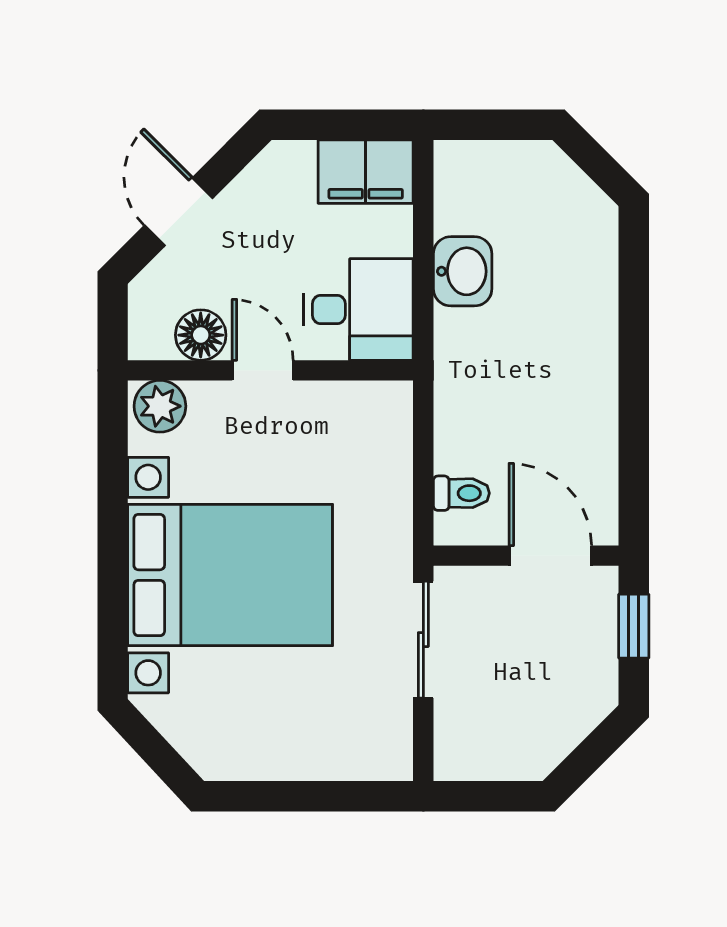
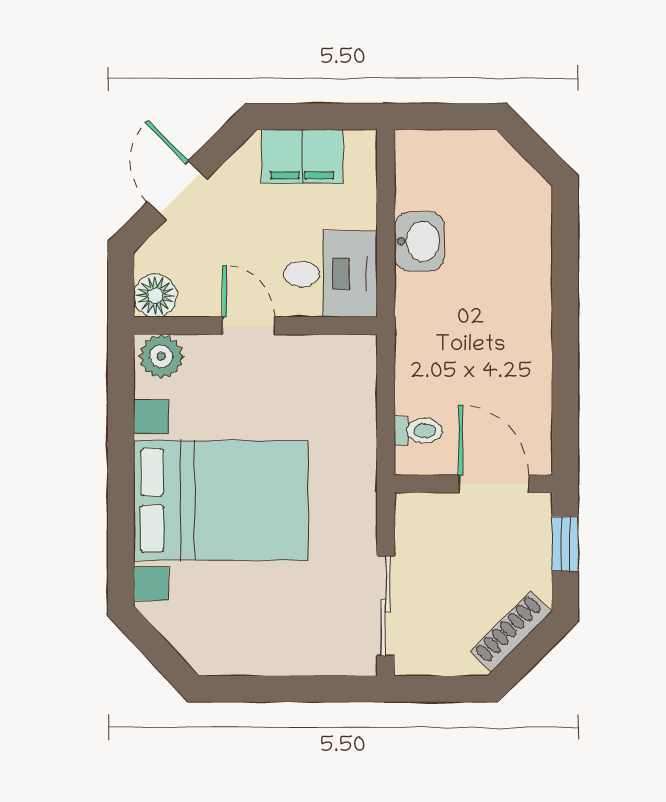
filing cabinet: (366, 172) -> (302, 156), moved
floor lamp: (201, 335) -> (155, 296), moved
sliding door: (423, 640) -> (386, 606), moved
shoe rack: (570, 729) -> (511, 632), added

